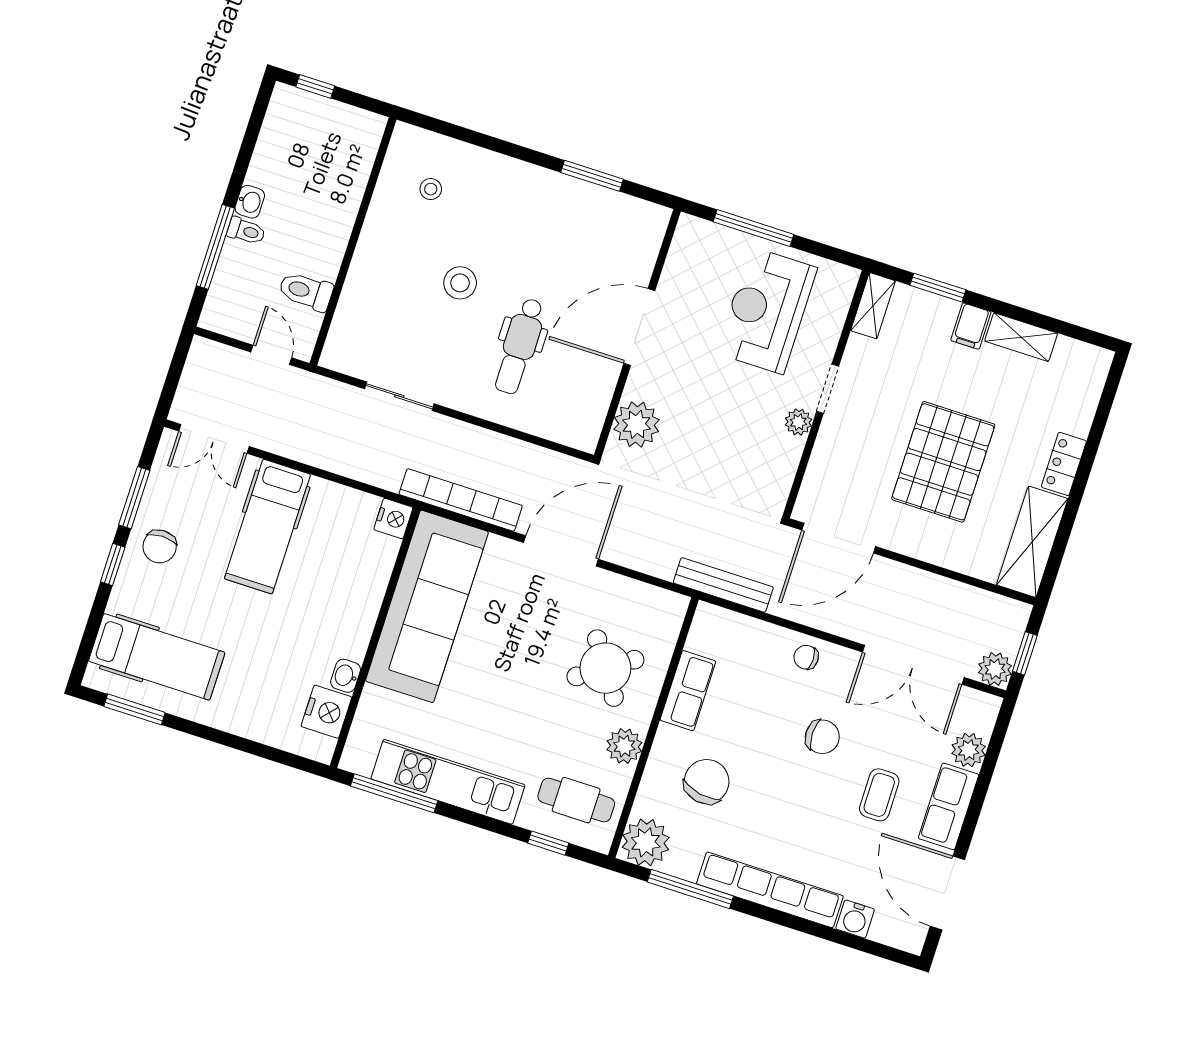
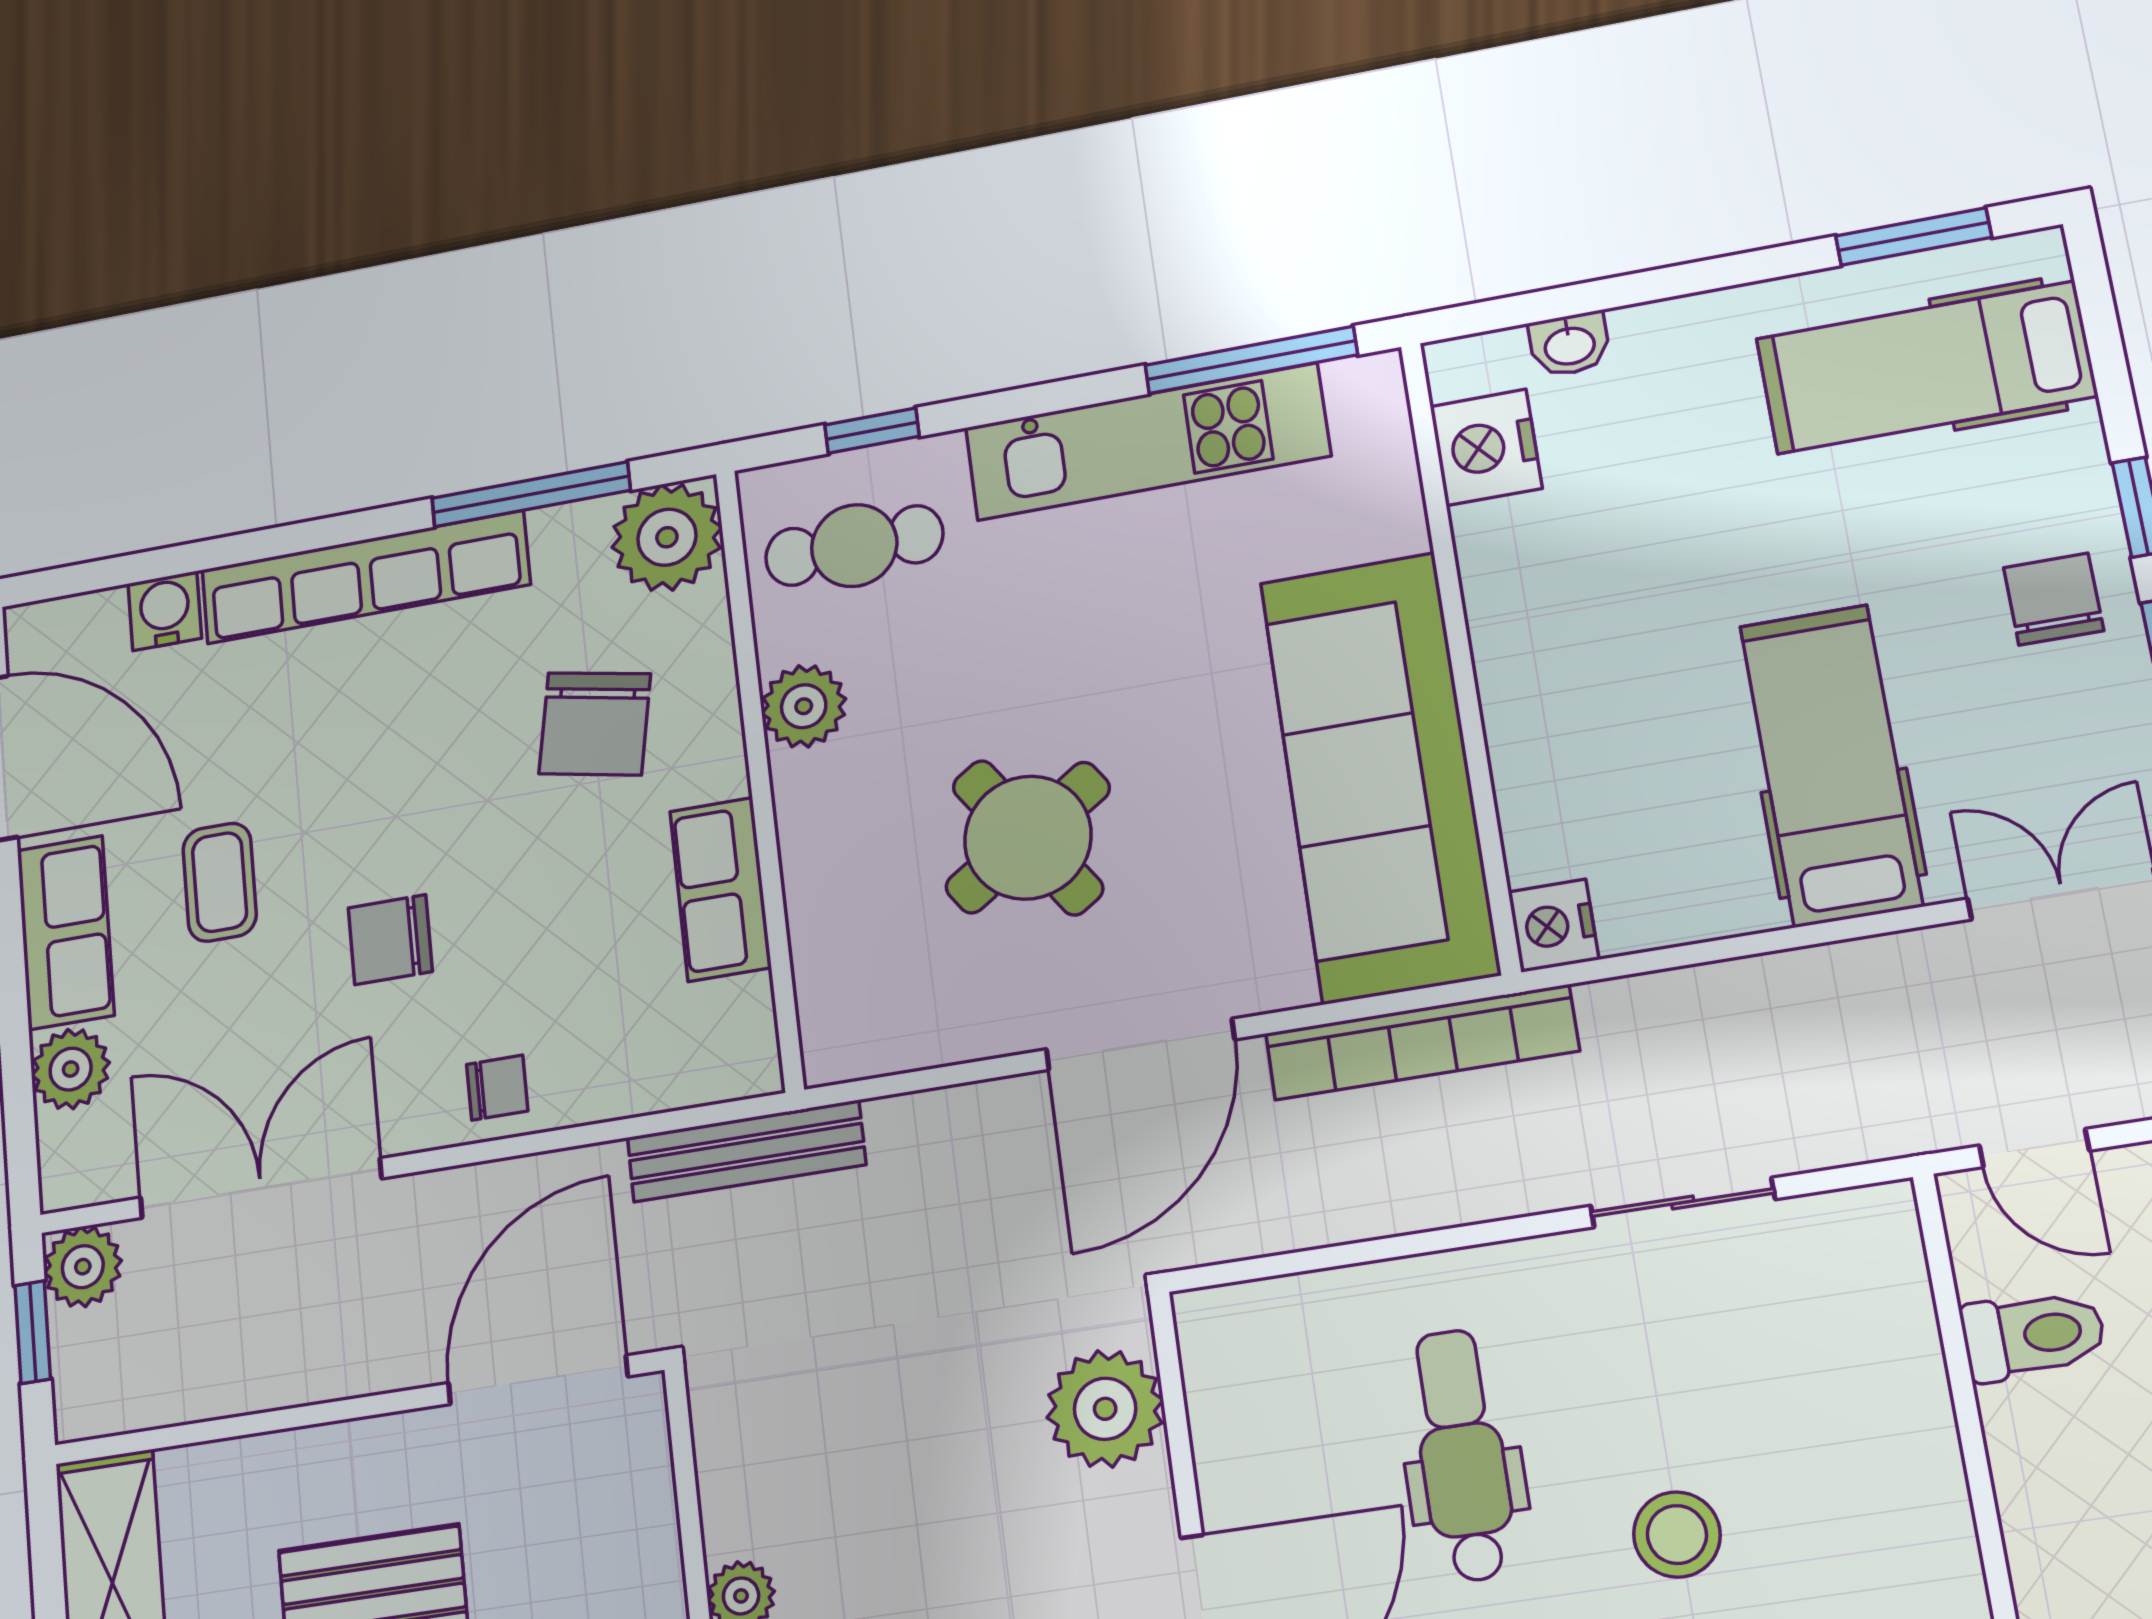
round table: (605, 668) -> (1028, 838), moved
washbasin: (346, 676) -> (1569, 344), moved, turned 90

